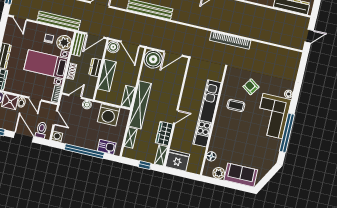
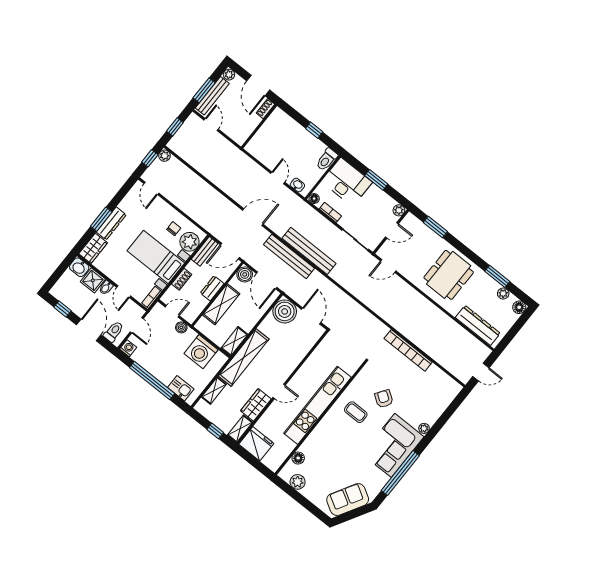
bench: (59, 21) -> (289, 256), moved
bookcase: (230, 40) -> (408, 350), moved
door: (173, 54) -> (311, 316), swing flipped
sofa: (241, 175) -> (348, 500), moved, turned -60

